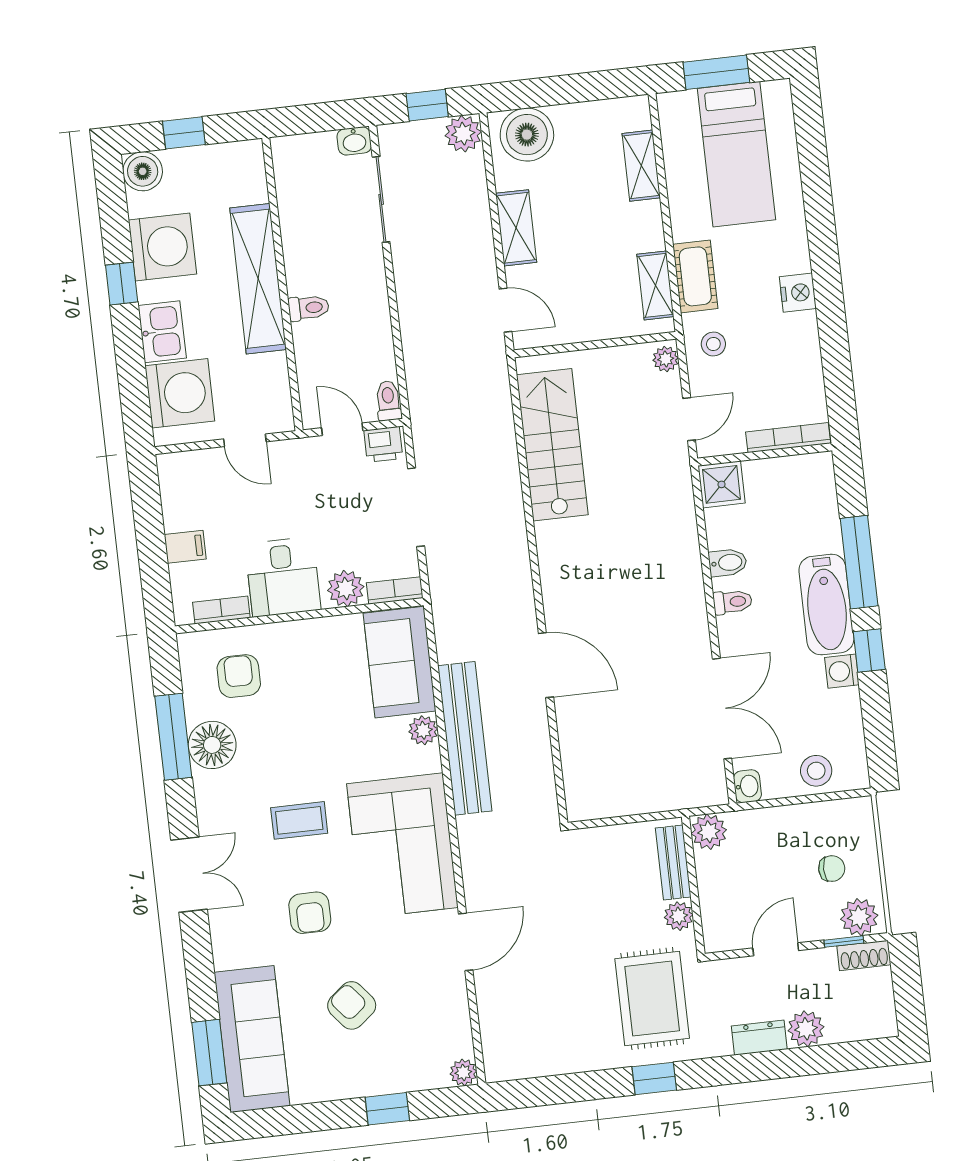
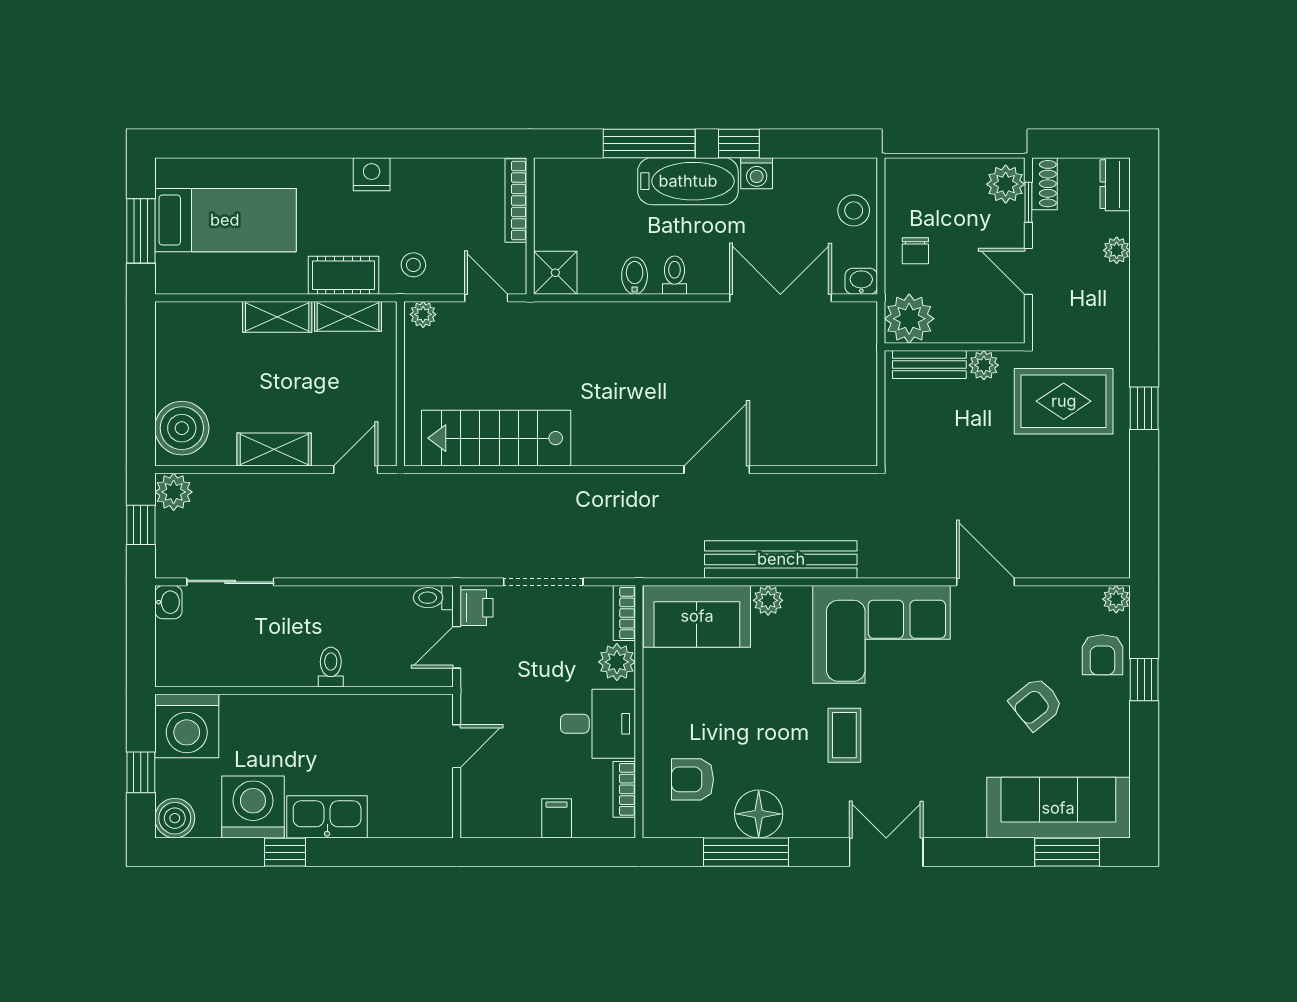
shelving: (641, 166) -> (277, 317), moved
shelving: (258, 279) -> (296, 714), removed
kitchen sink: (162, 332) -> (327, 817), width x1.38
washing machine: (180, 393) -> (187, 726), moved, turned 180
plant: (709, 832) -> (909, 319), width x1.36, depth x1.36
chair: (832, 869) -> (915, 251), moved, turned 180
armchair: (310, 913) -> (1102, 655), moved, turned 90
plant: (806, 1029) -> (1117, 250), width x0.73, depth x0.73
dresser: (759, 1038) -> (1115, 184), moved

